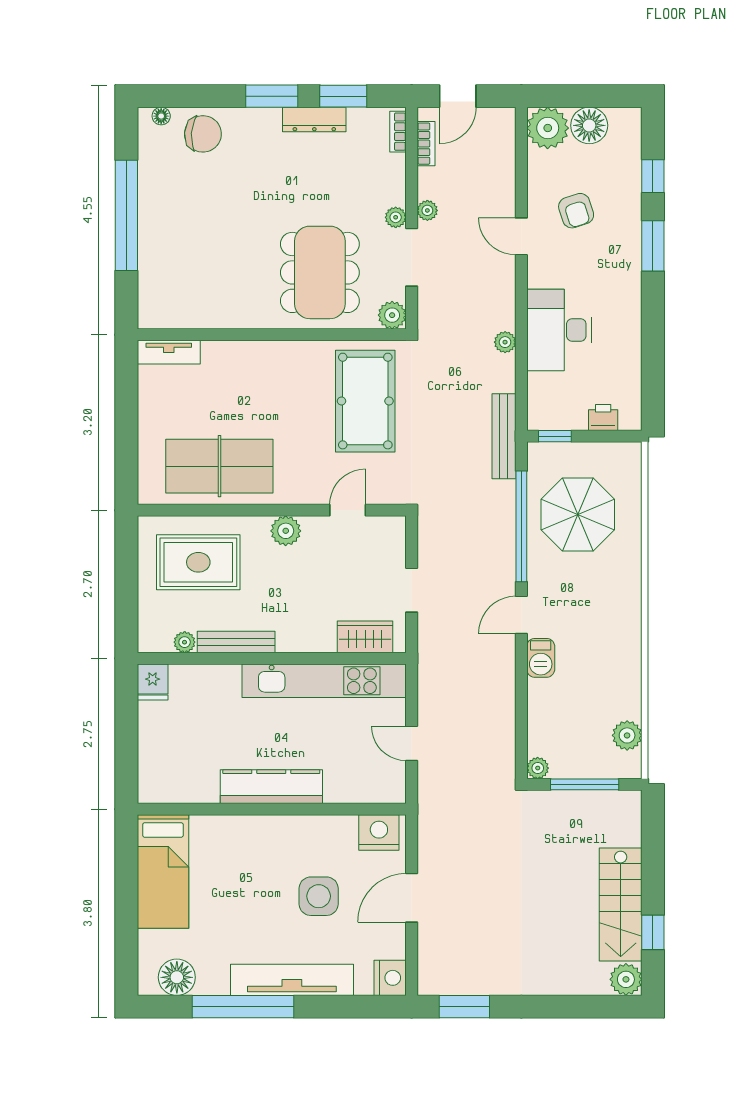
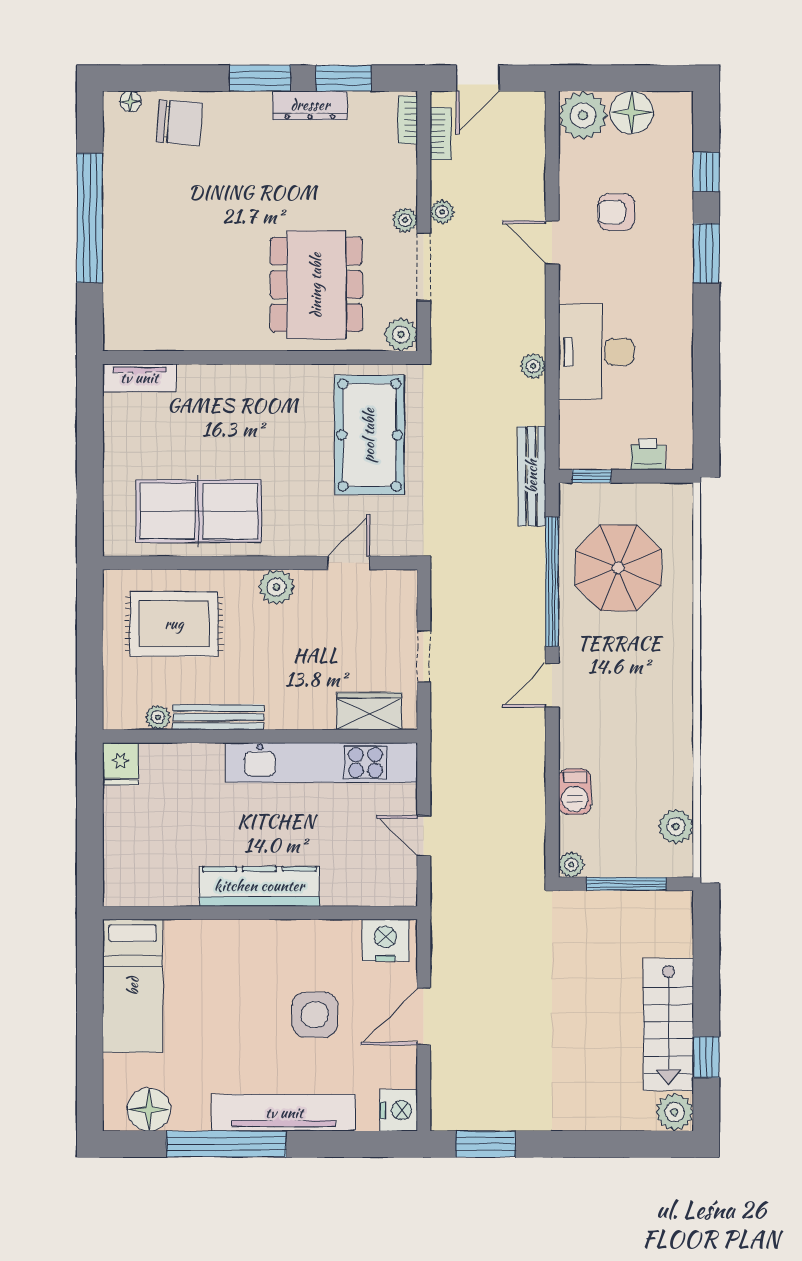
armchair: (576, 211) -> (616, 212), turned 108
barbecue: (541, 658) -> (575, 792), moved

